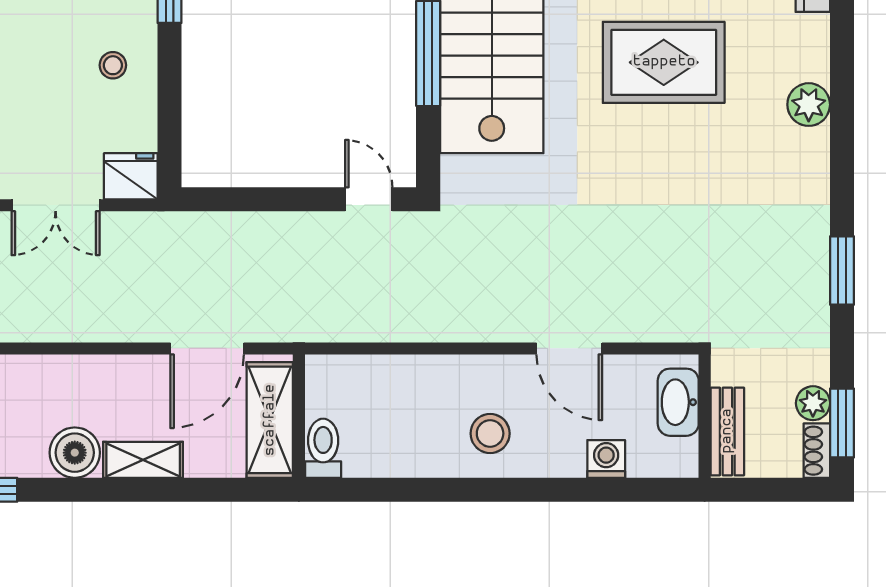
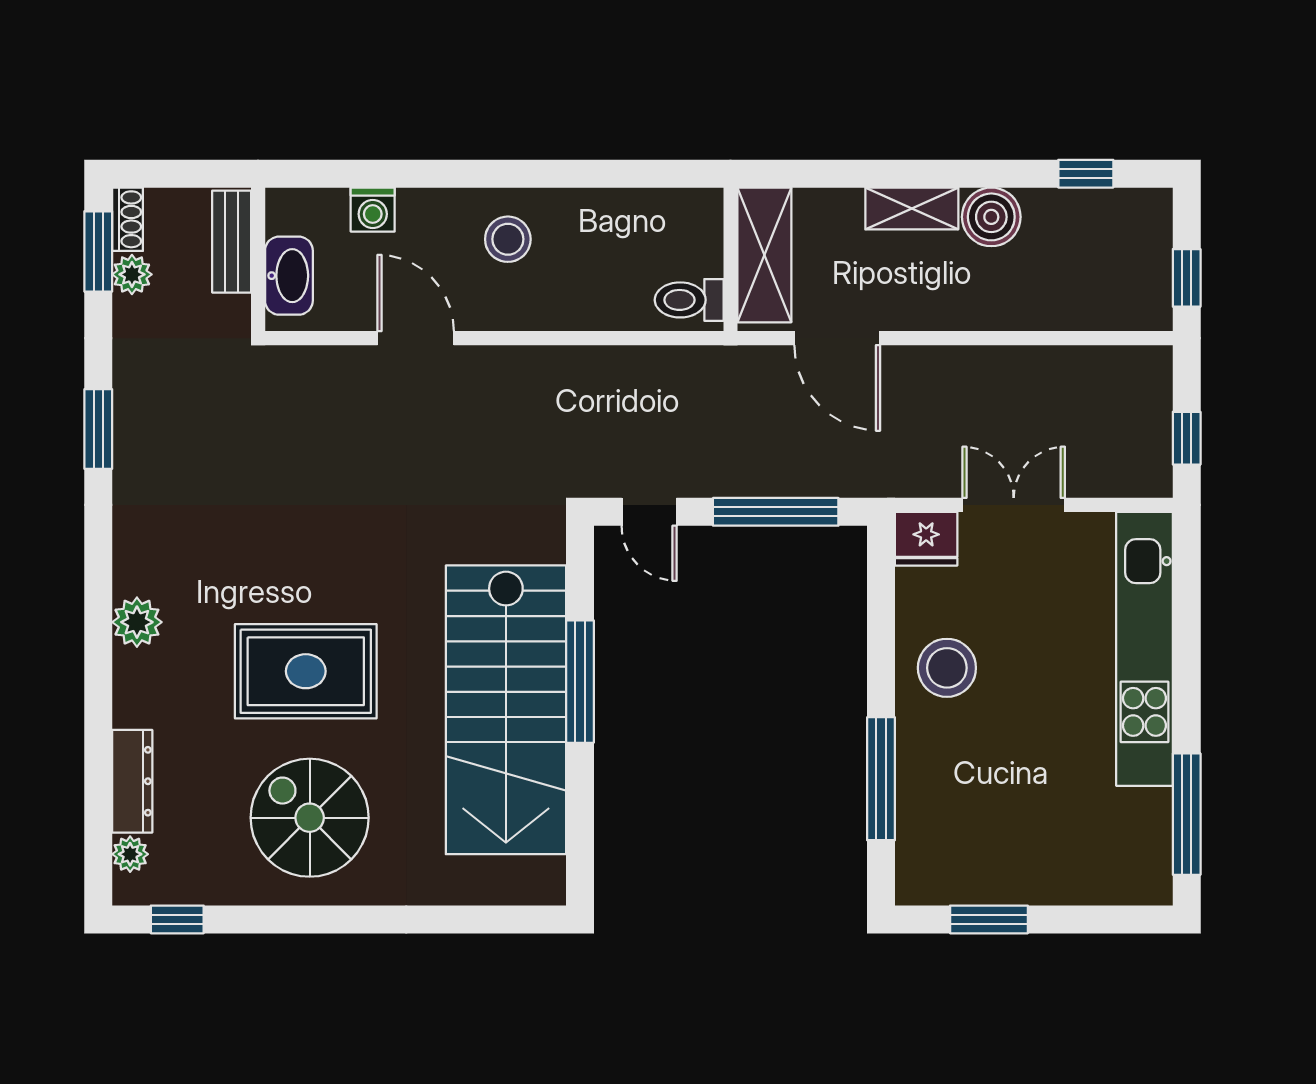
stool: (113, 65) -> (947, 668), width x1.89, depth x1.89
window: (260, 199) -> (776, 512), added
door: (207, 348) -> (837, 338), swing flipped
toilet: (323, 448) -> (689, 300), moved, turned 90

